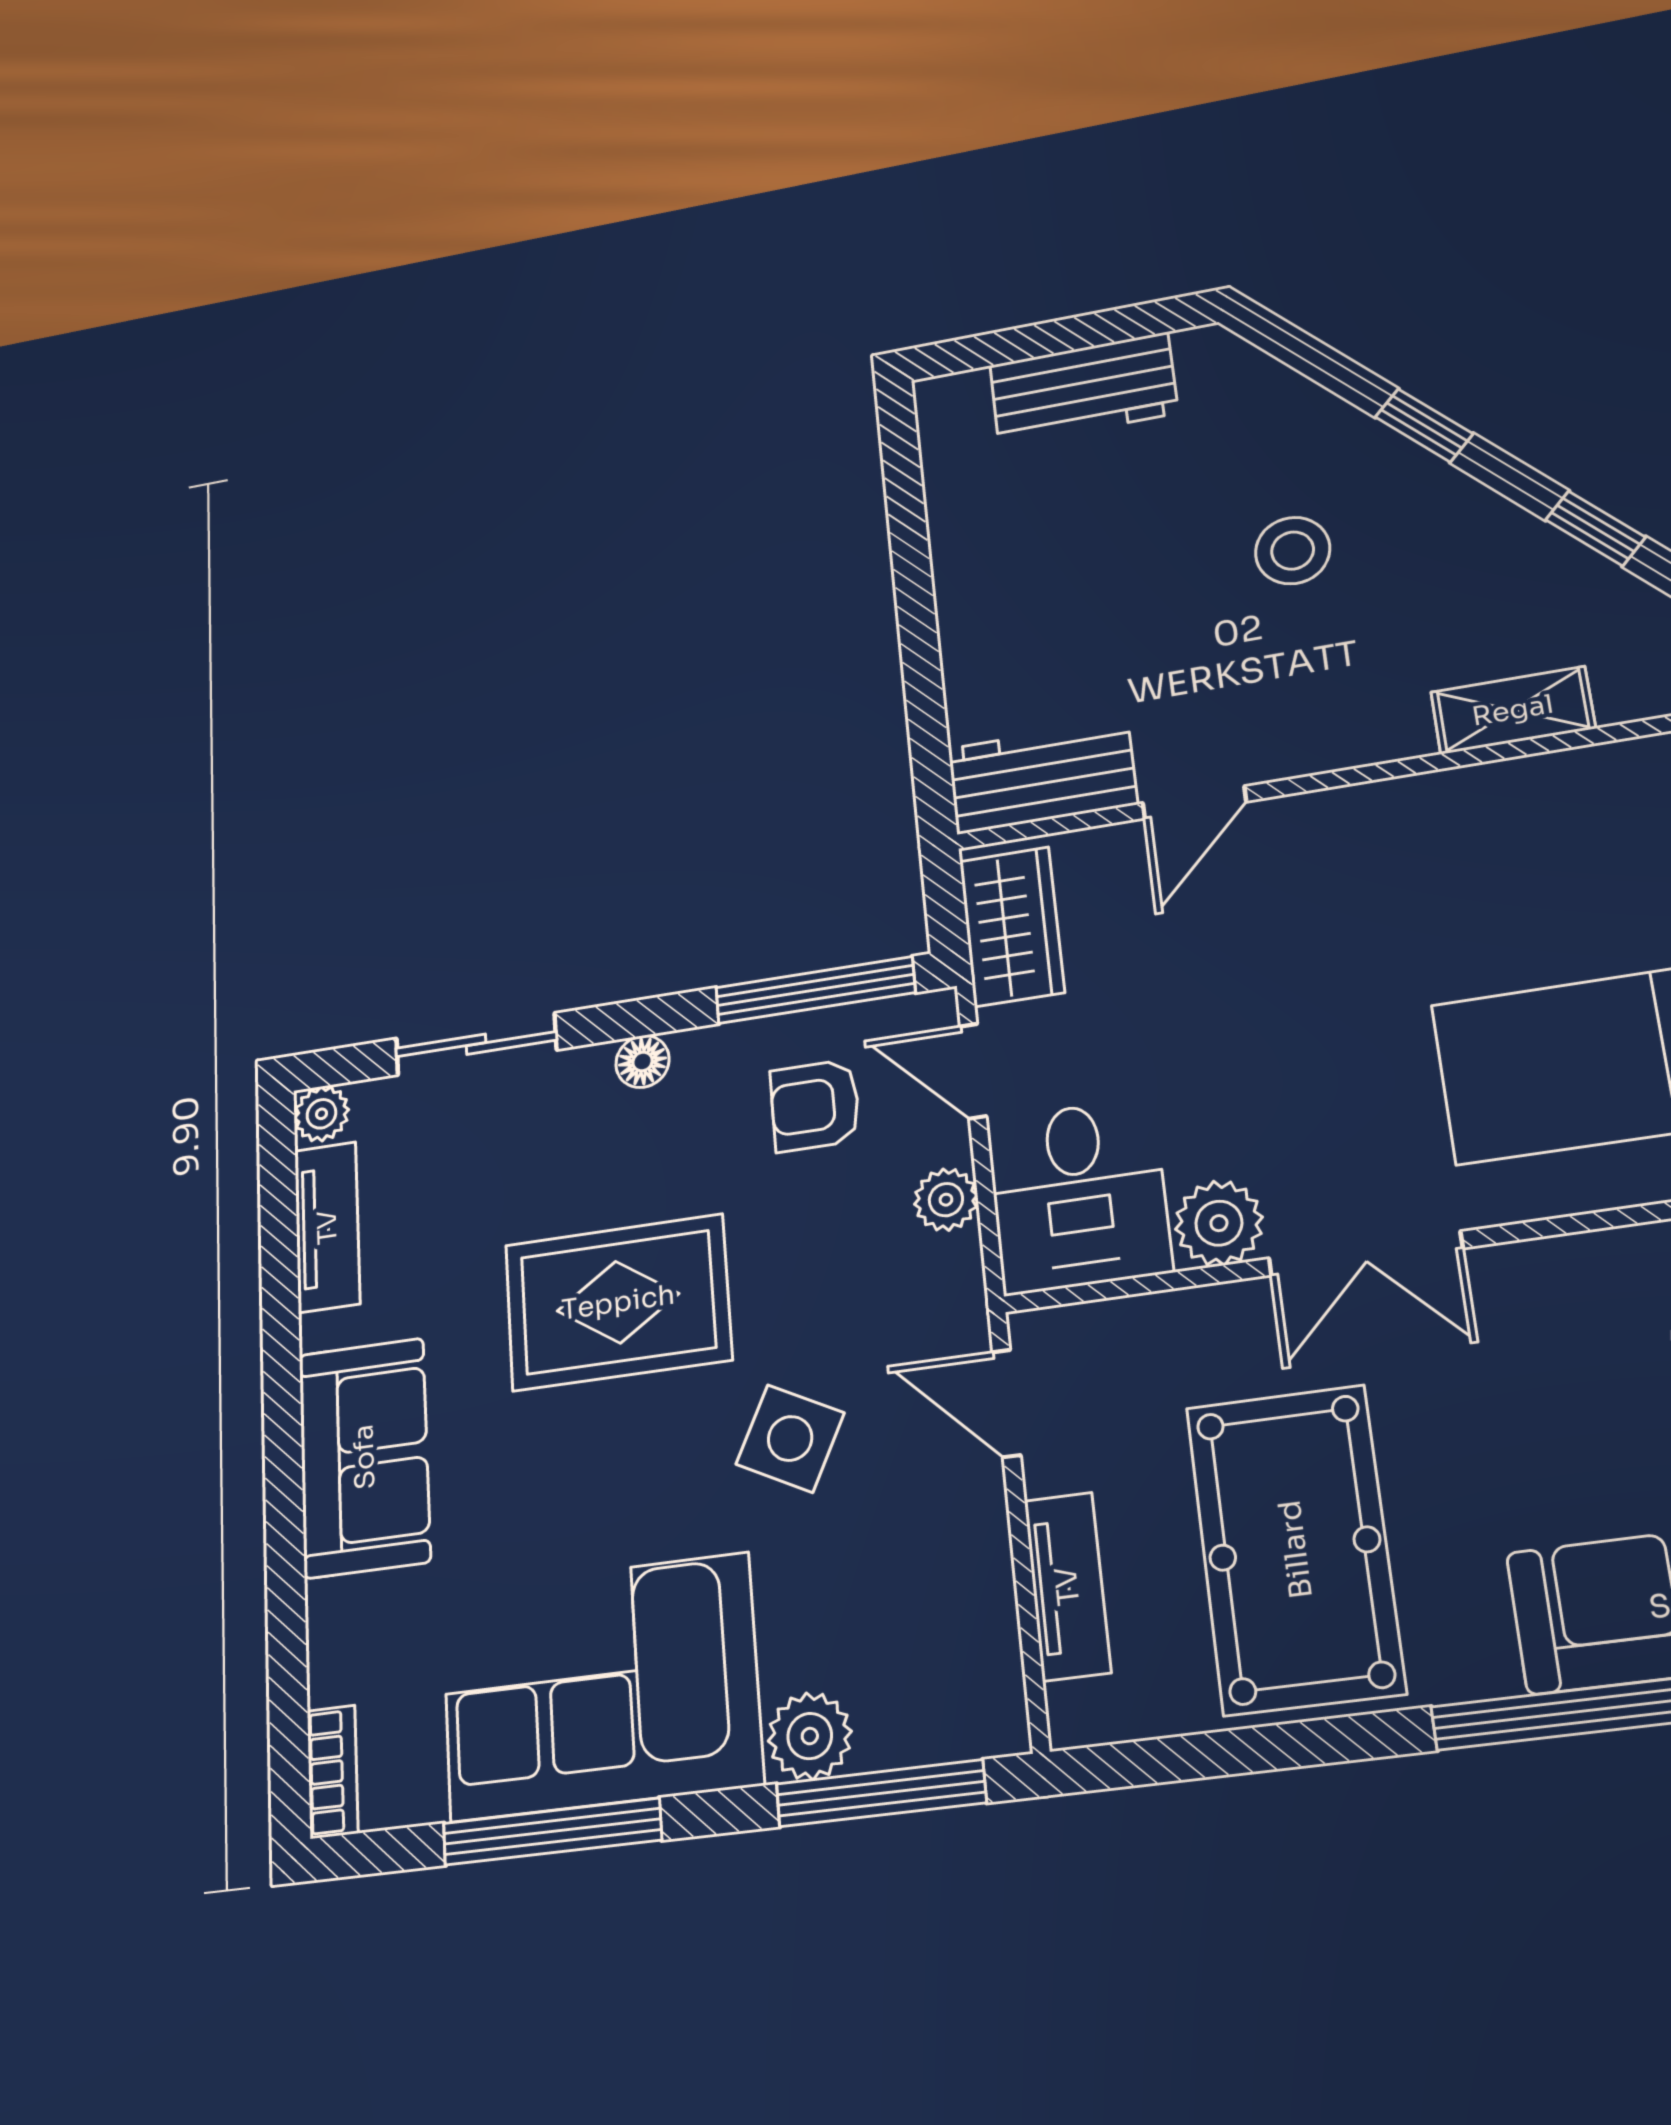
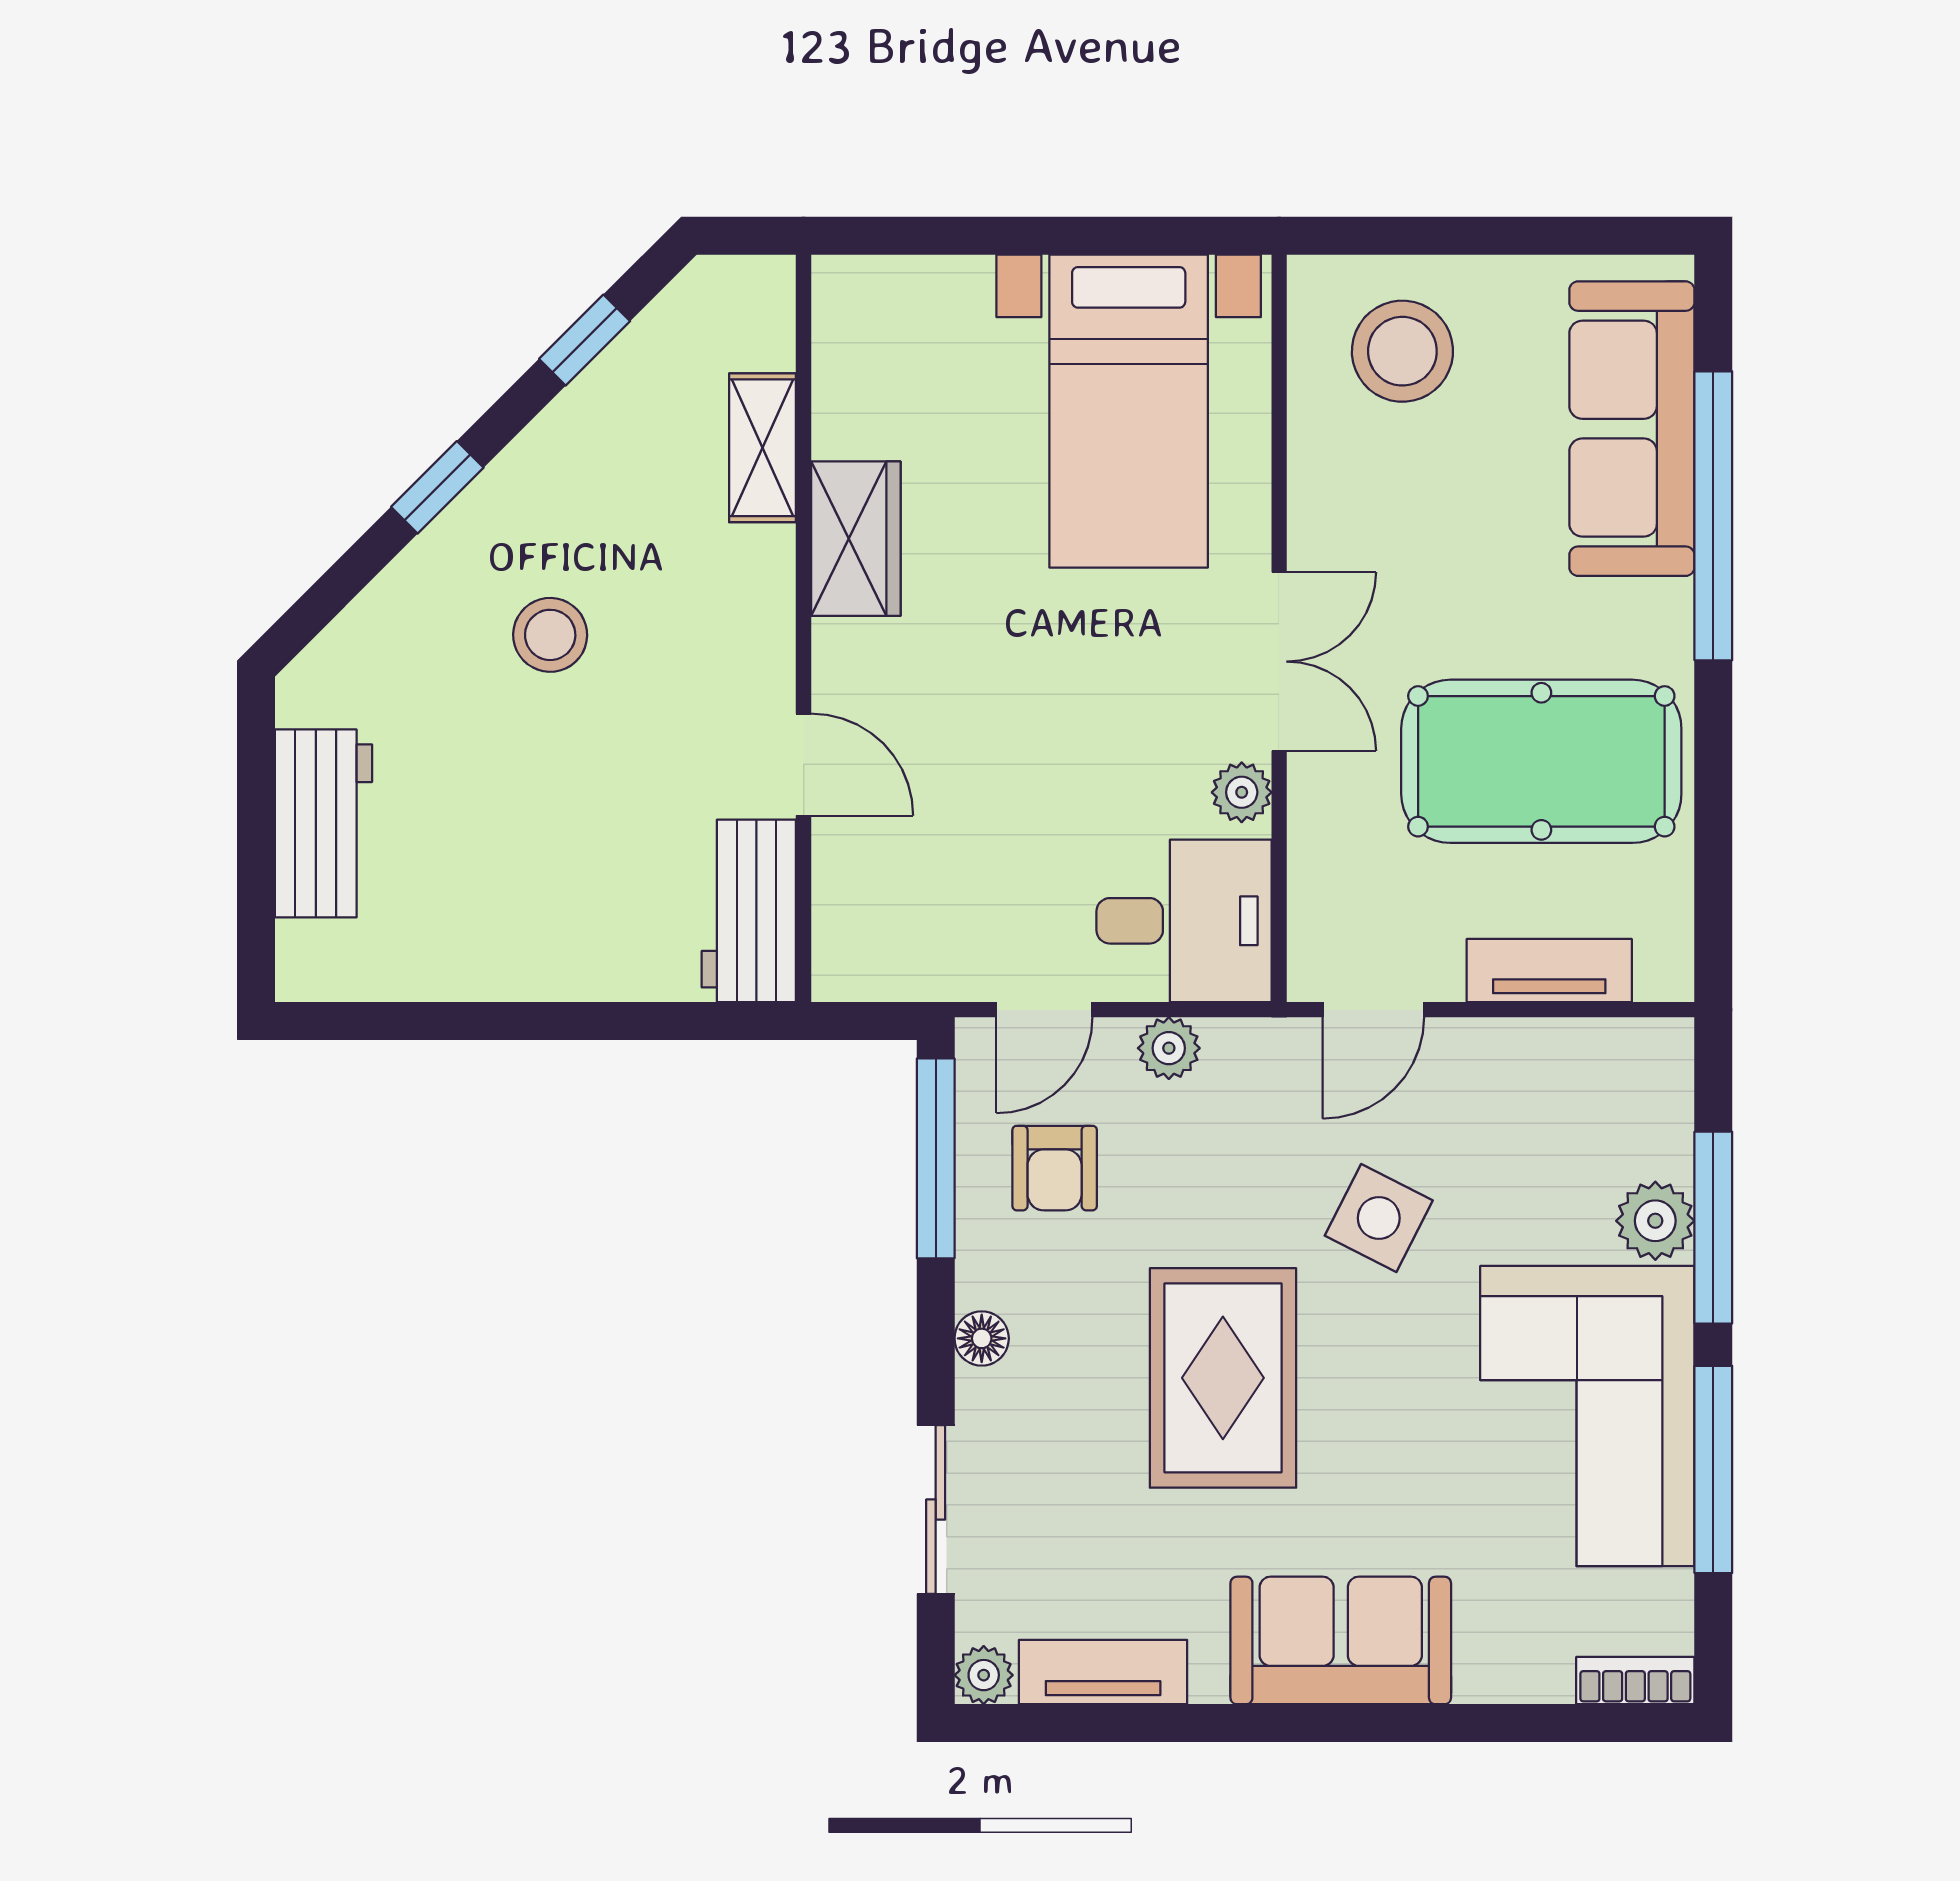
wardrobe: (1012, 927) -> (856, 539), moved, turned 90
plant: (1219, 1223) -> (1242, 792), width x0.73, depth x0.73
window: (881, 1793) -> (1713, 1228), moved

